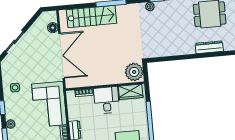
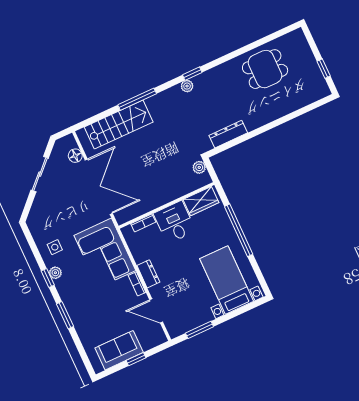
sliding door: (15, 42) -> (40, 174), moved
dresser: (209, 47) -> (228, 134), moved
plant: (134, 72) -> (199, 167), width x0.53, depth x0.53
plant: (11, 124) -> (55, 273), moved

